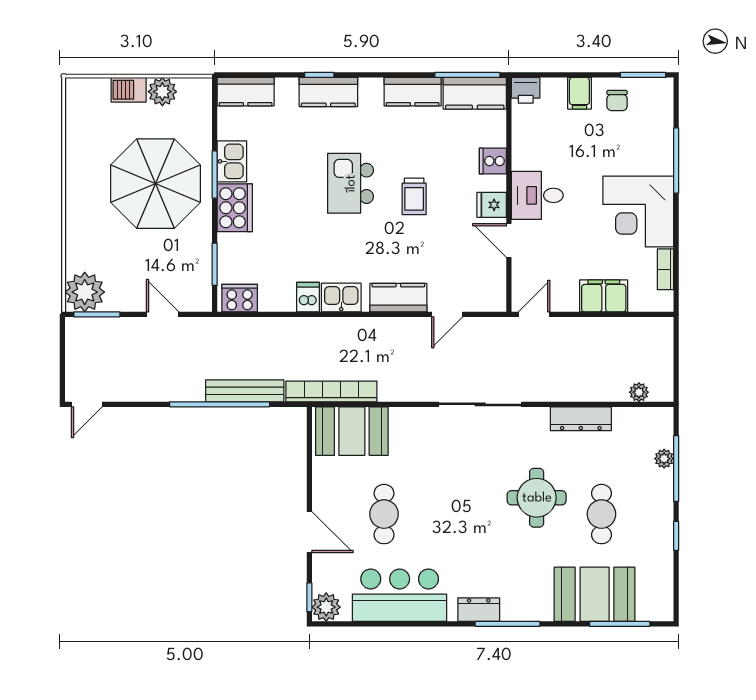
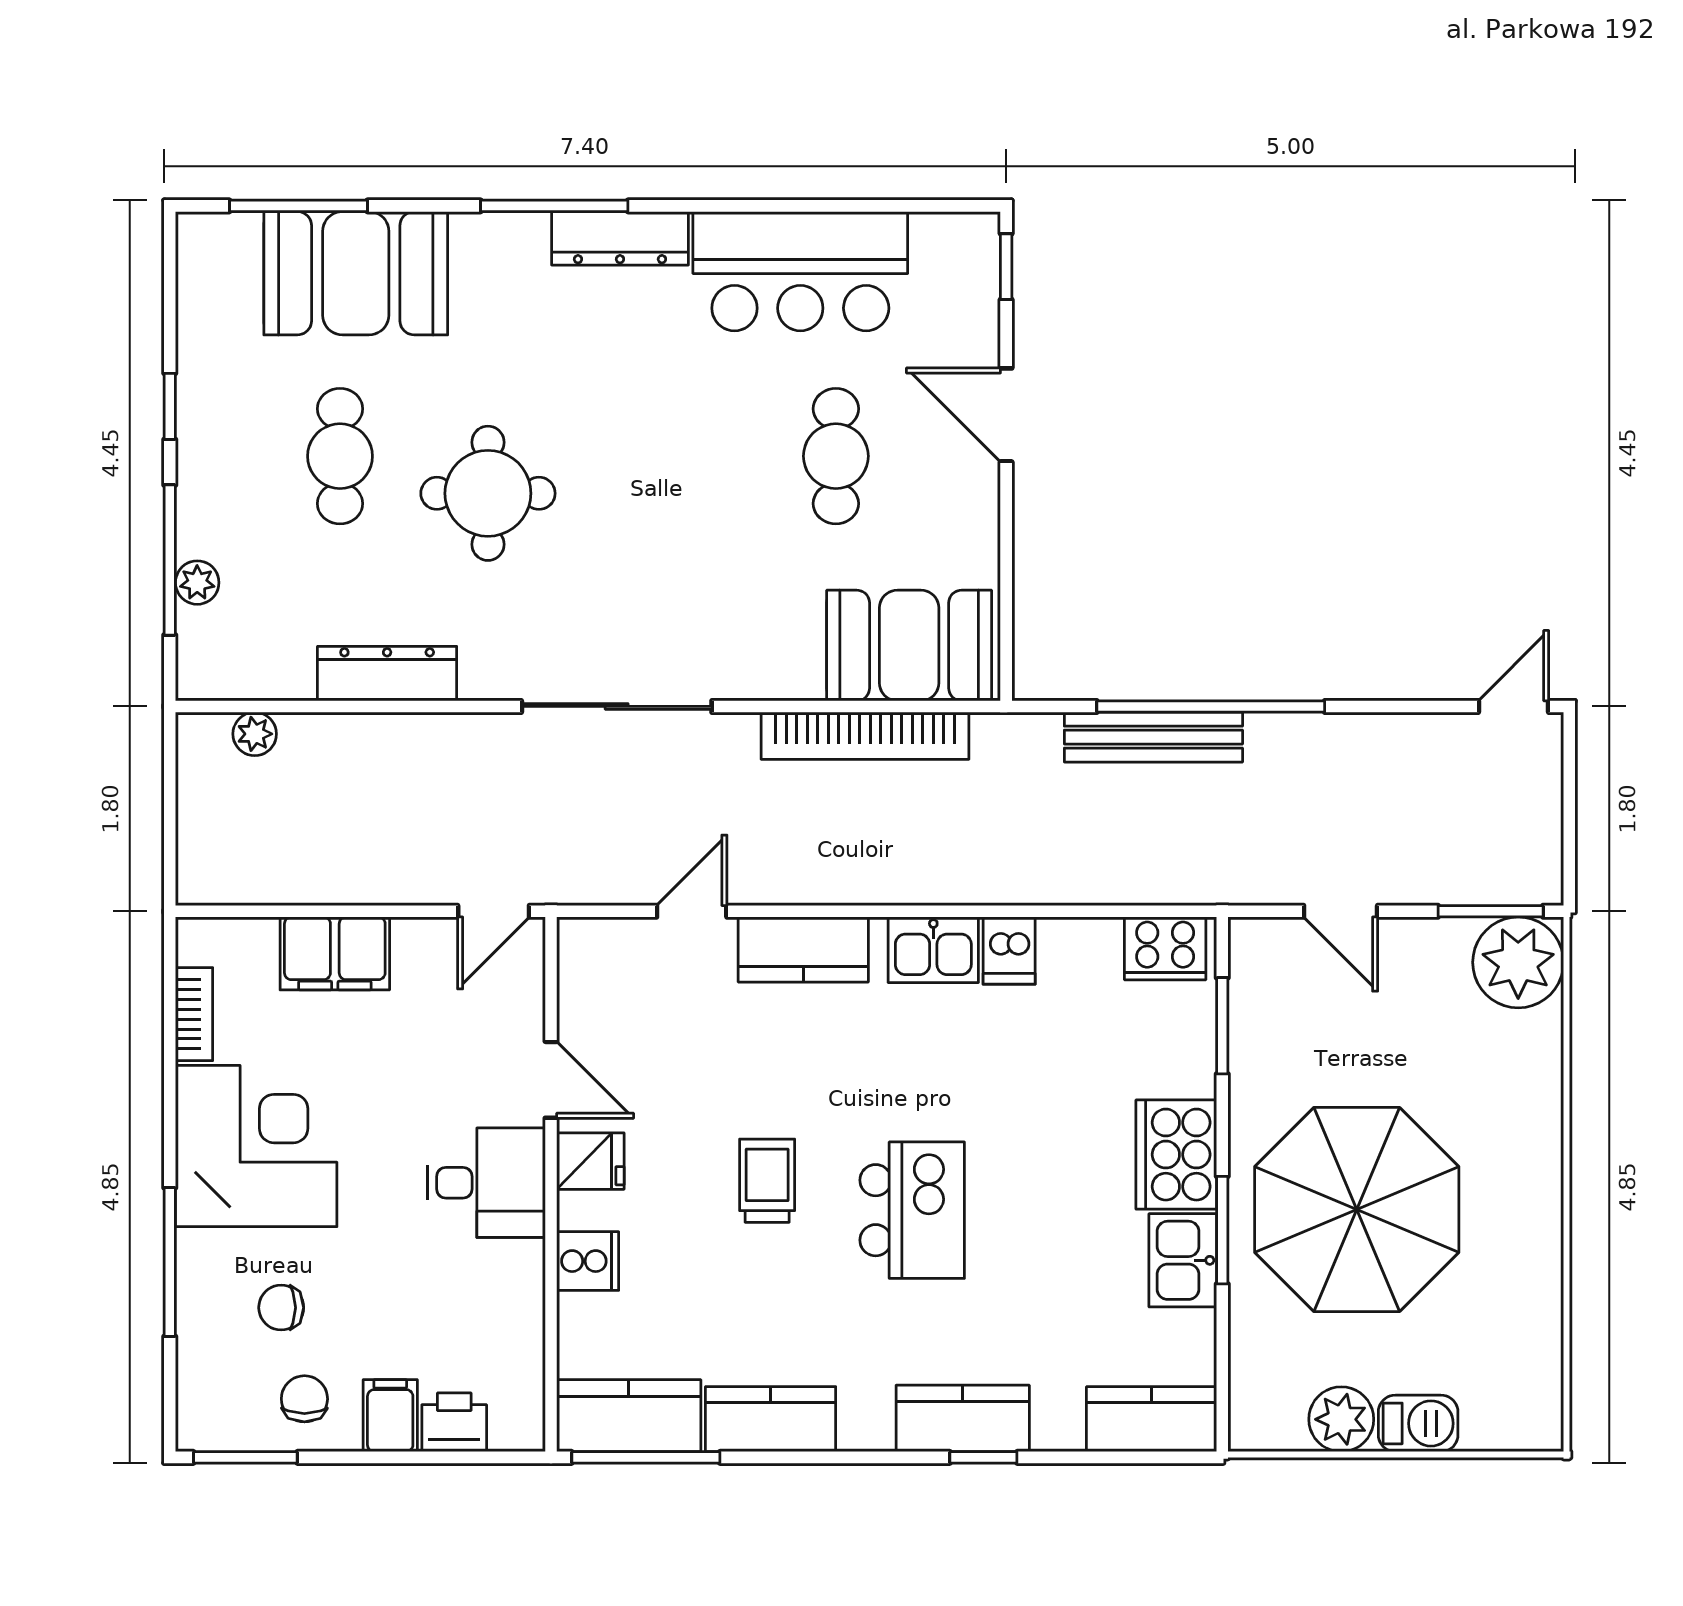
printer: (526, 90) -> (454, 1422), moved
chair: (627, 141) -> (281, 1308), added
bookcase: (331, 391) -> (865, 736), moved
plant: (326, 607) -> (968, 244), removed
dresser: (479, 610) -> (620, 238), width x1.44

